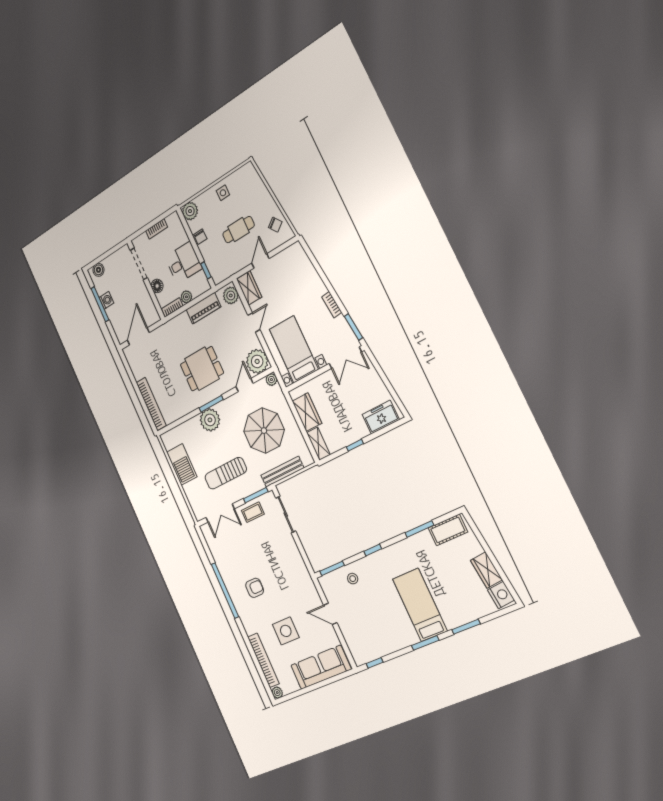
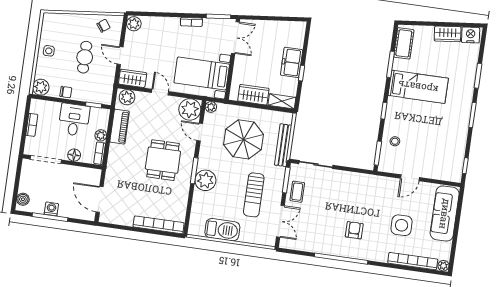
plant: (295, 251) -> (134, 24), added
freezer: (381, 417) -> (292, 62), moved
bed: (420, 605) -> (418, 87), moved, turned 180

